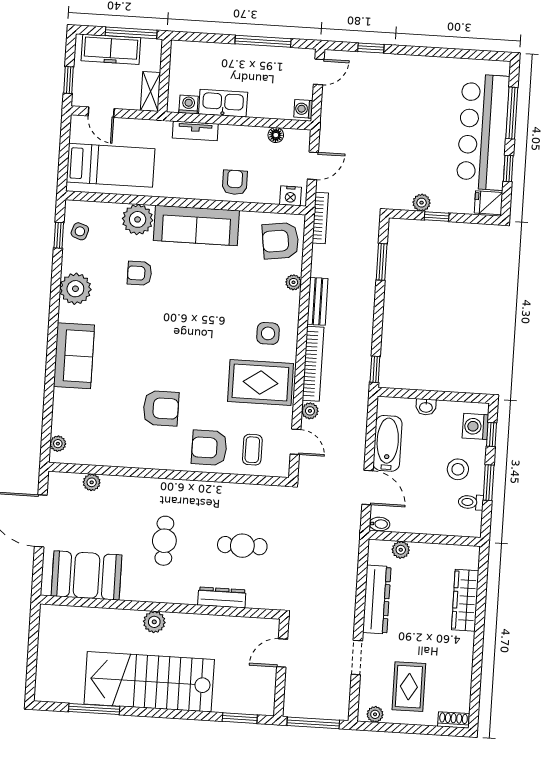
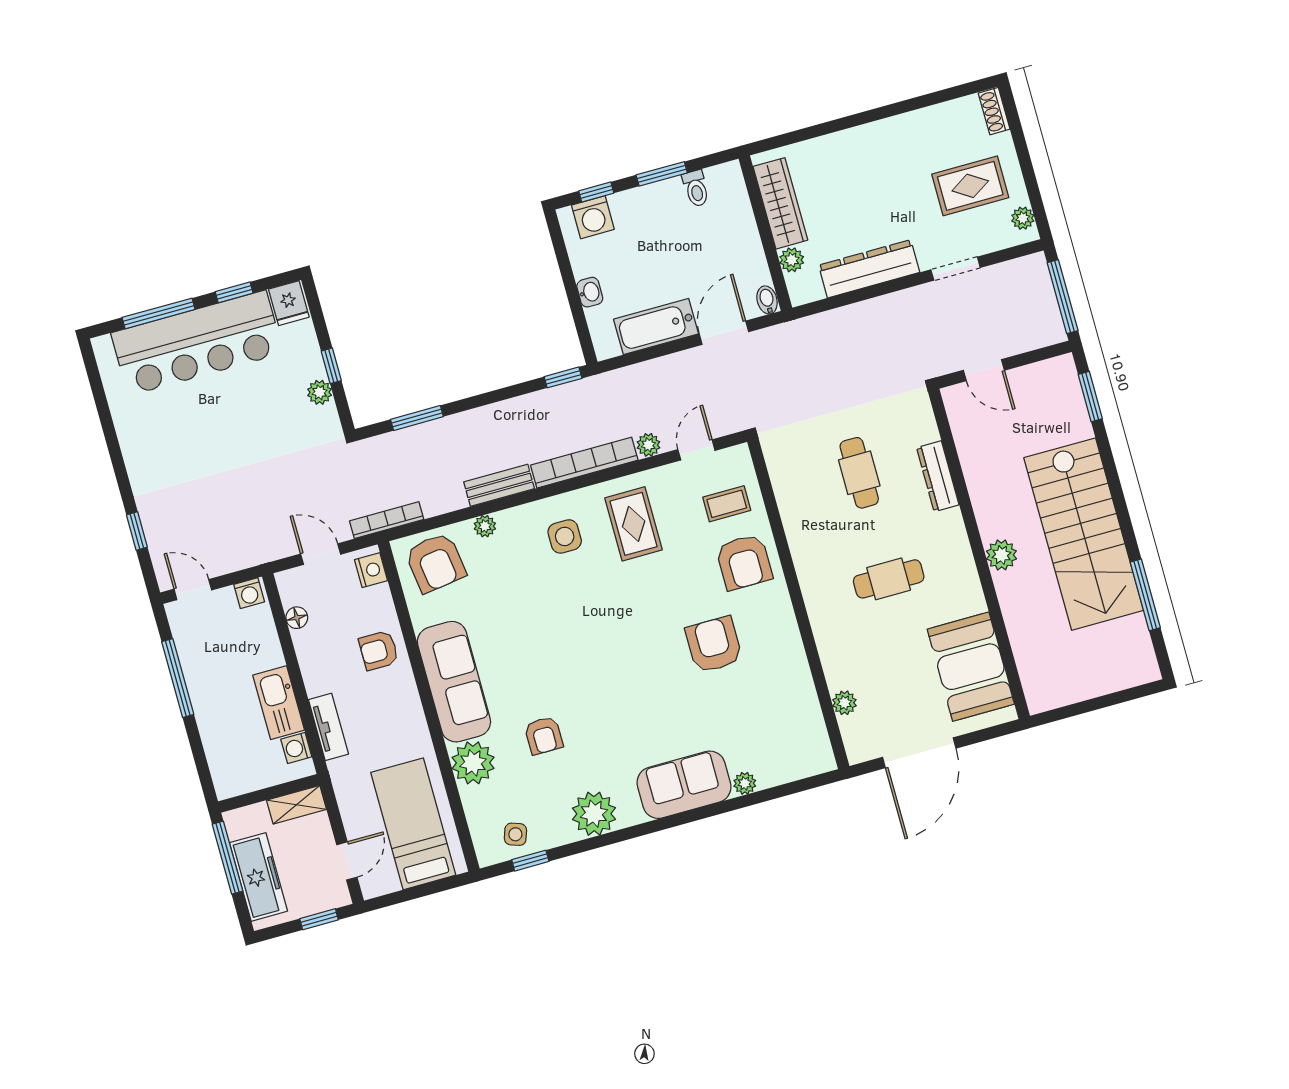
rug: (260, 383) -> (634, 524), width x0.73, depth x0.70
plant: (58, 444) -> (745, 783), moved
stool: (458, 469) -> (658, 221), removed
wardrobe: (465, 600) -> (780, 203), moved, turned -90

